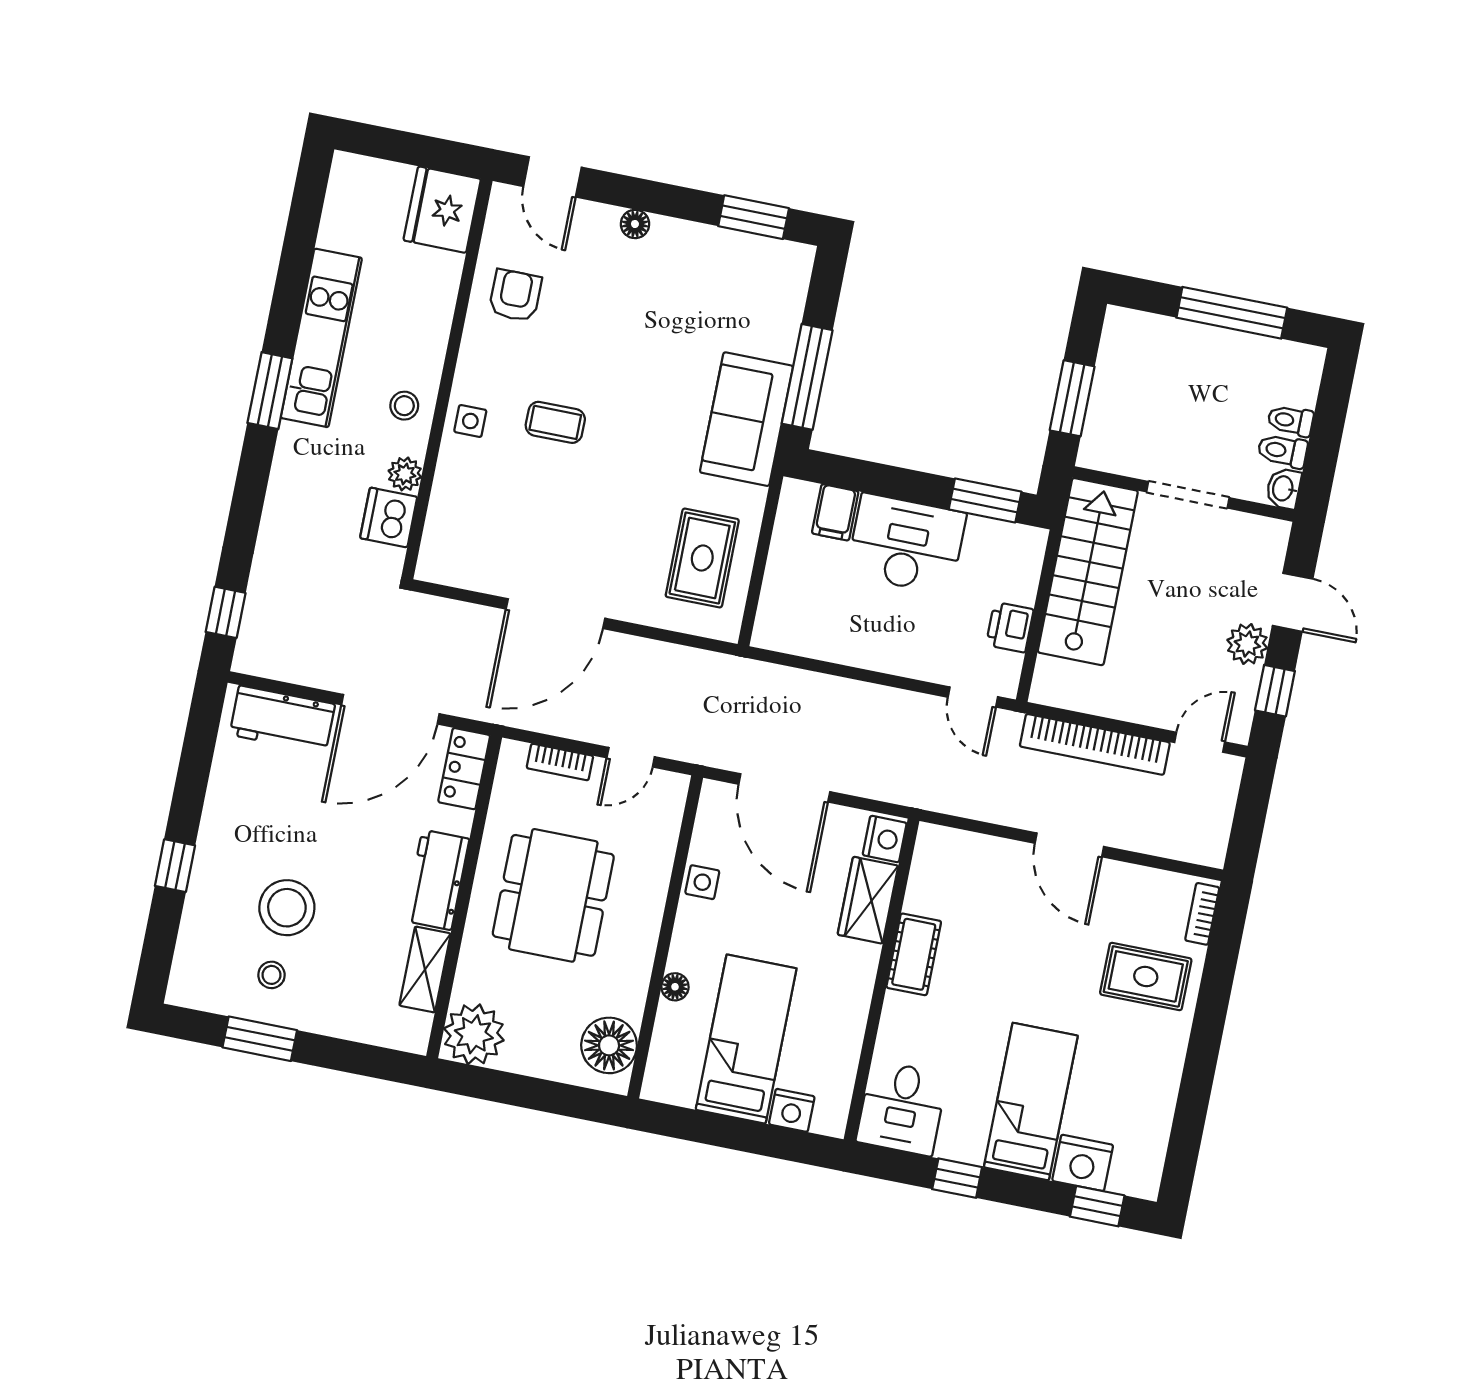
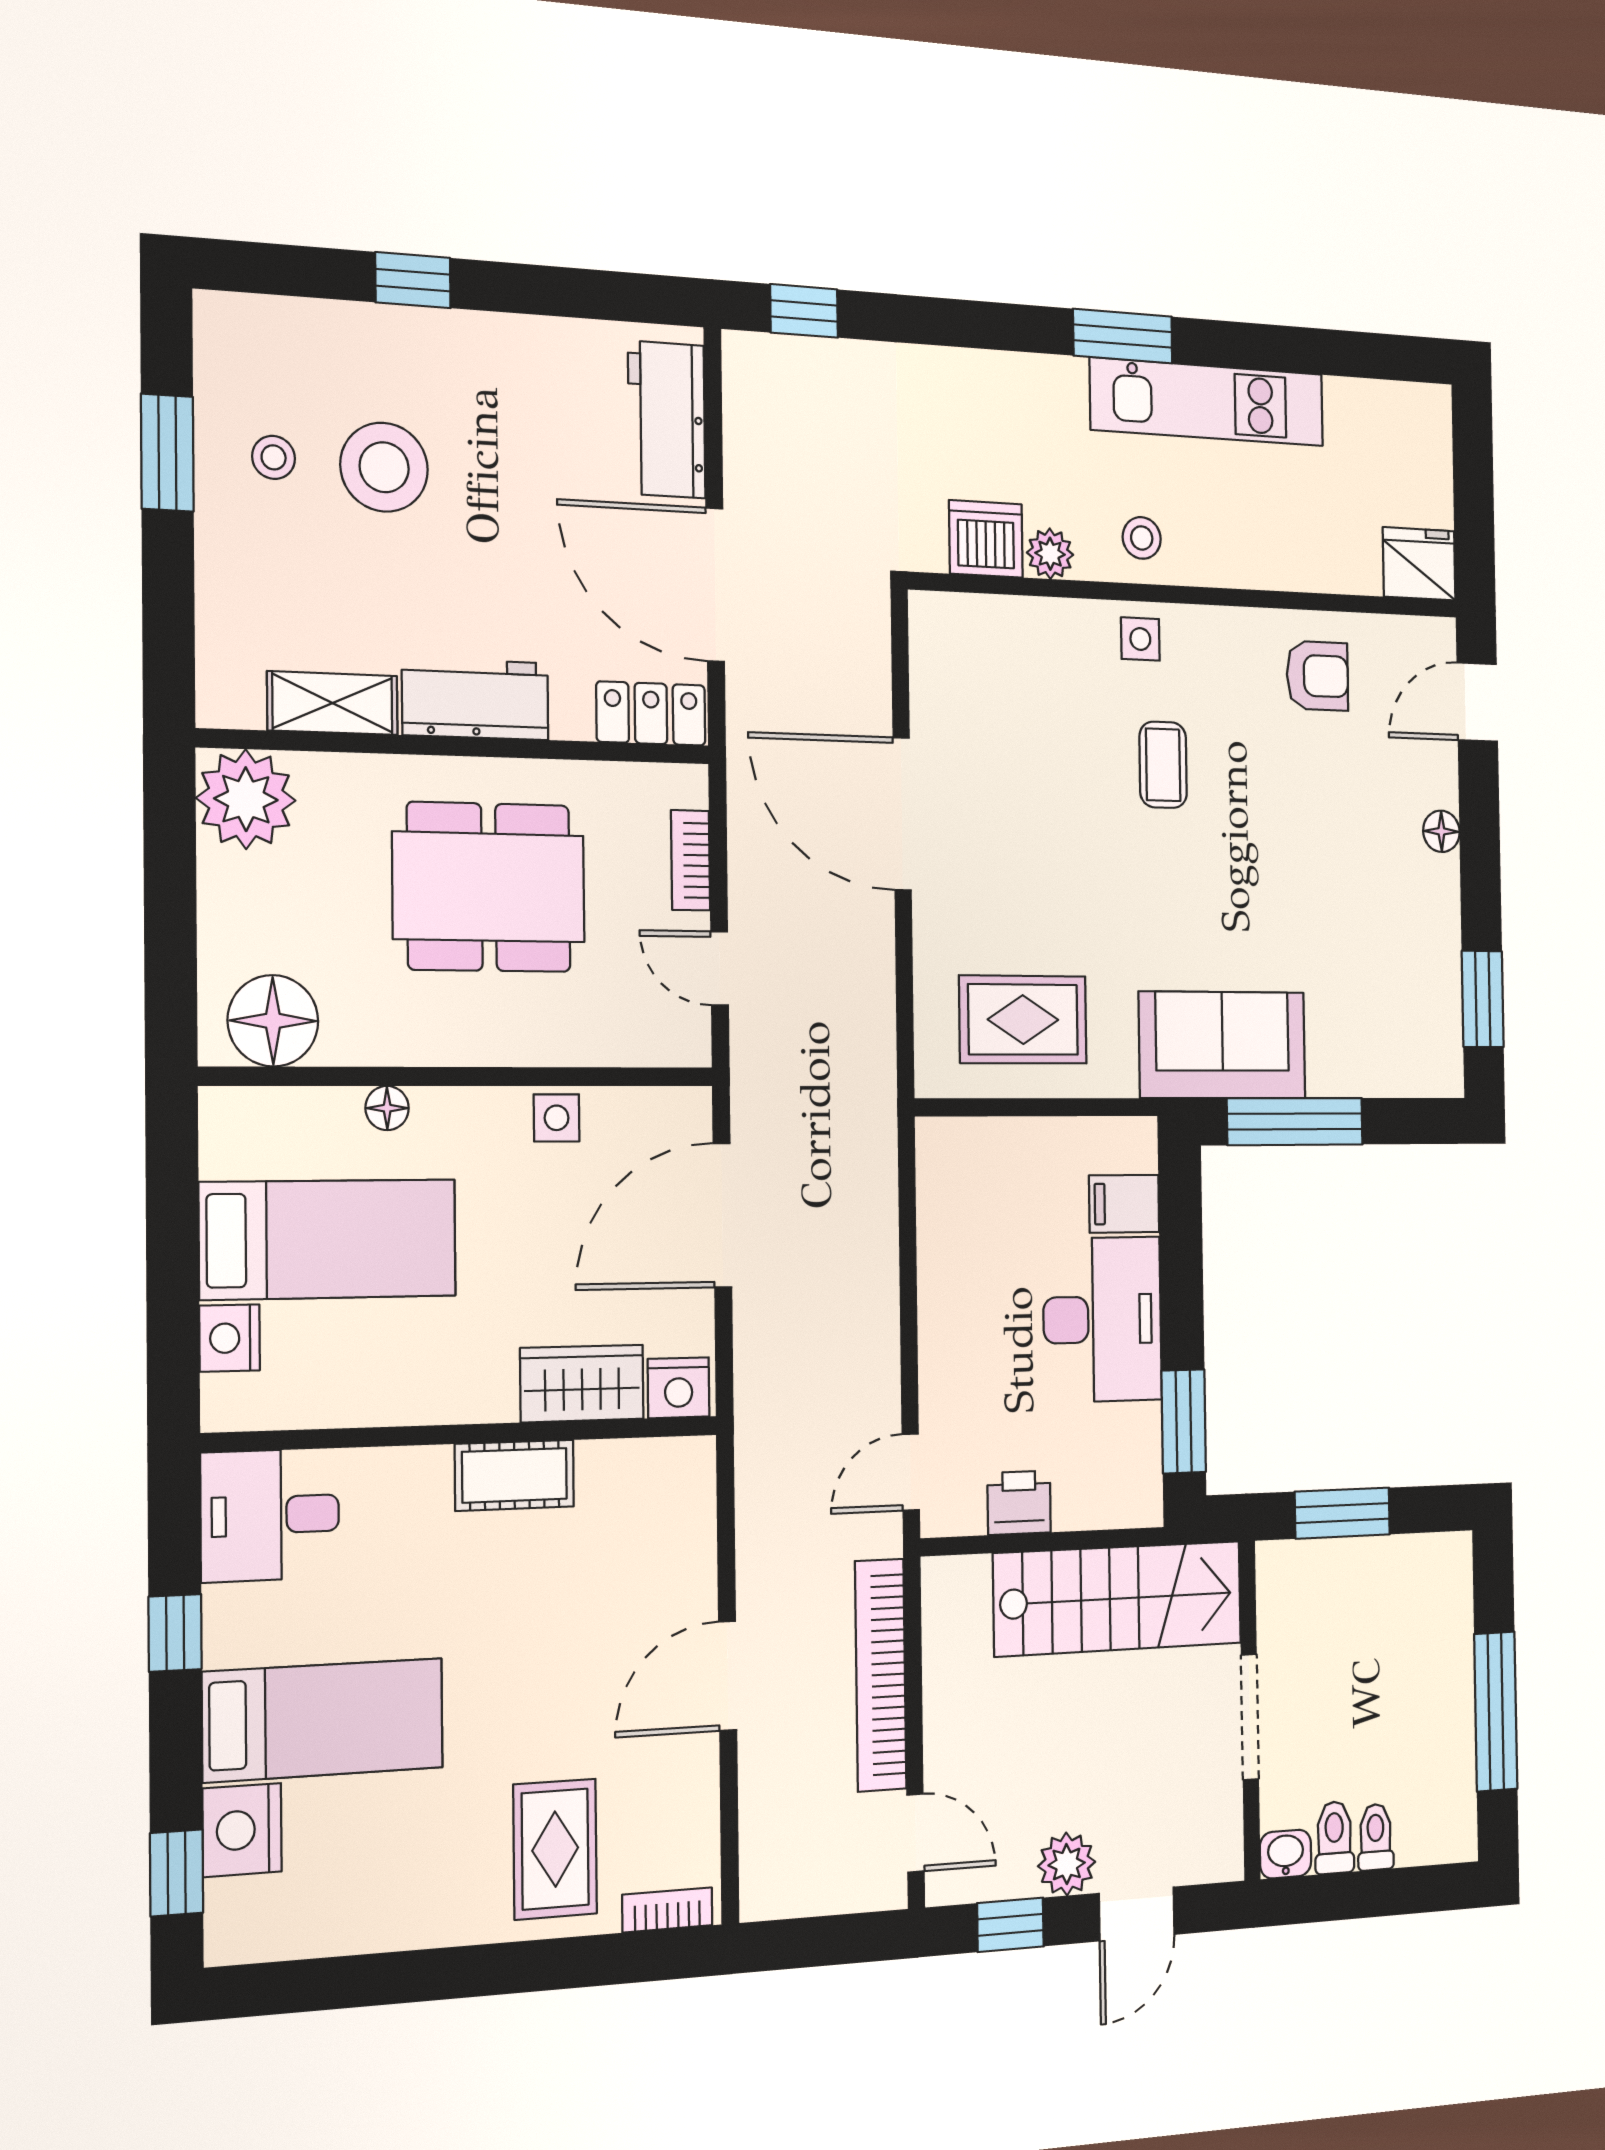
fridge: (442, 210) -> (1419, 564), width x0.73, depth x0.75

